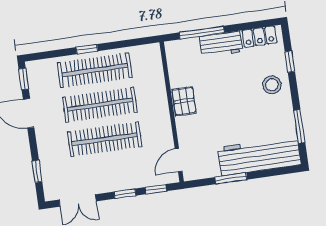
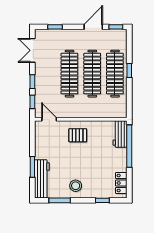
window: (202, 33) -> (129, 146), width x1.46
workbench: (221, 44) -> (120, 134), moved
stool: (272, 85) -> (76, 186), moved
pallet: (184, 101) -> (78, 135), moved
workbench: (259, 156) -> (42, 179), width x0.73, depth x0.76
window: (231, 178) -> (32, 167), moved

